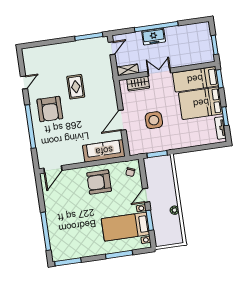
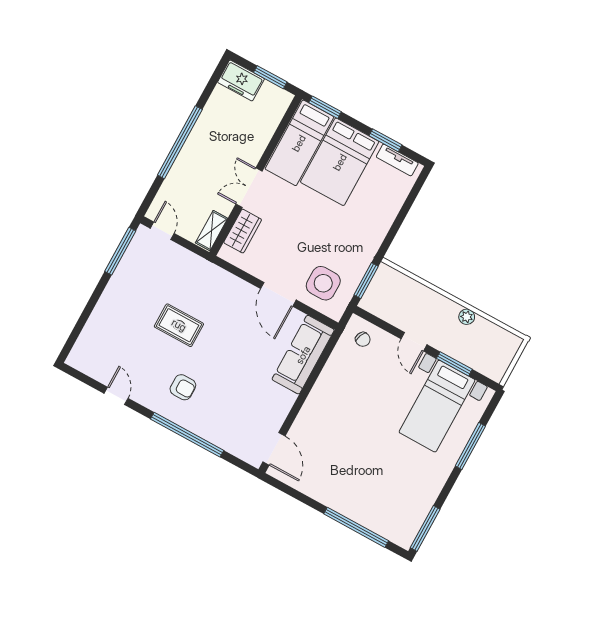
freezer: (154, 37) -> (241, 81), moved, turned 90
armchair: (50, 109) -> (183, 387), width x0.53, depth x0.53
side table: (154, 120) -> (323, 283), moved
armchair: (99, 182) -> (343, 396), removed

